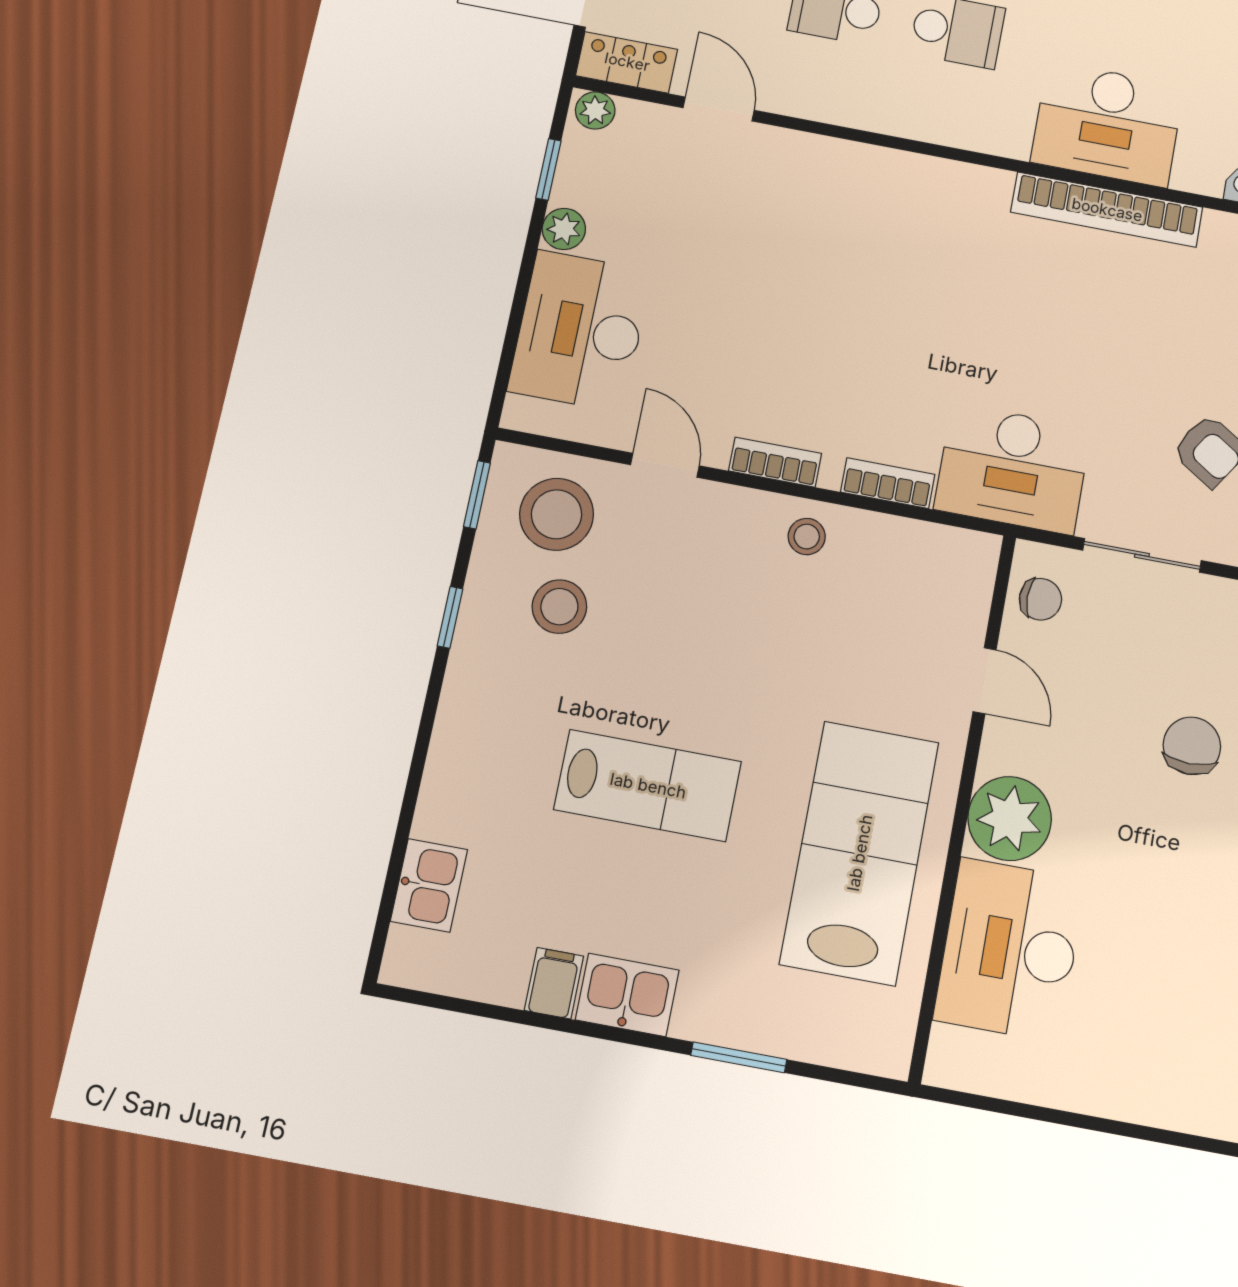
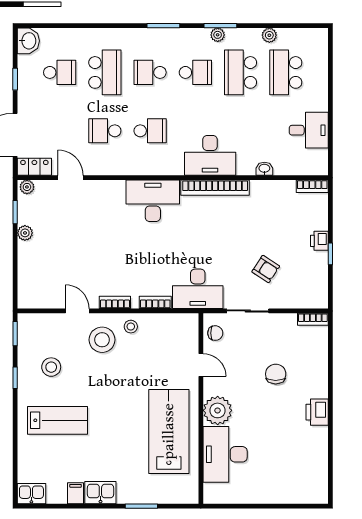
desk: (580, 331) -> (153, 201), moved, turned 90
stool: (557, 514) -> (102, 340), moved
lab bench: (648, 786) -> (57, 420), moved
kitchen sink: (429, 885) -> (31, 494), moved, turned -90

